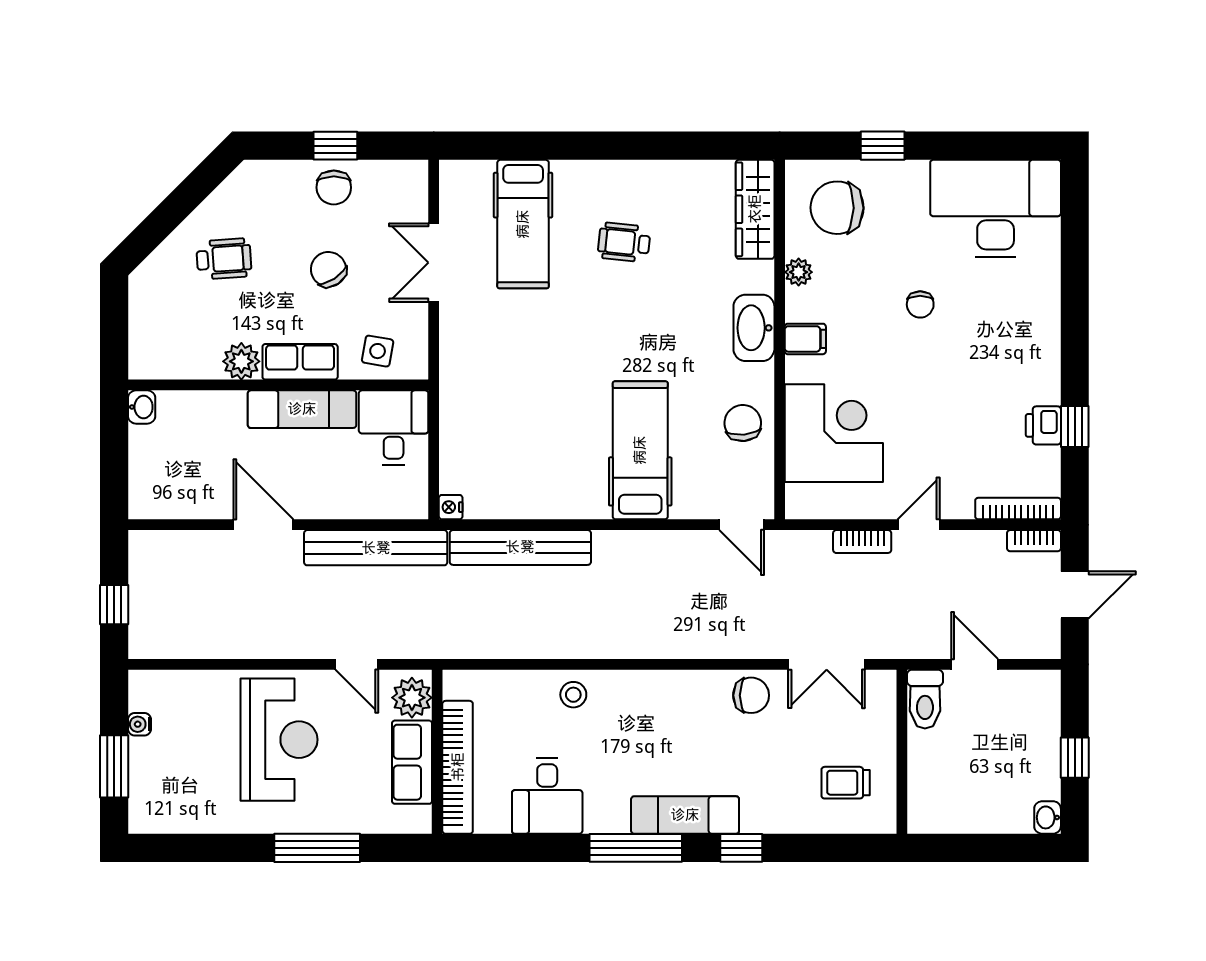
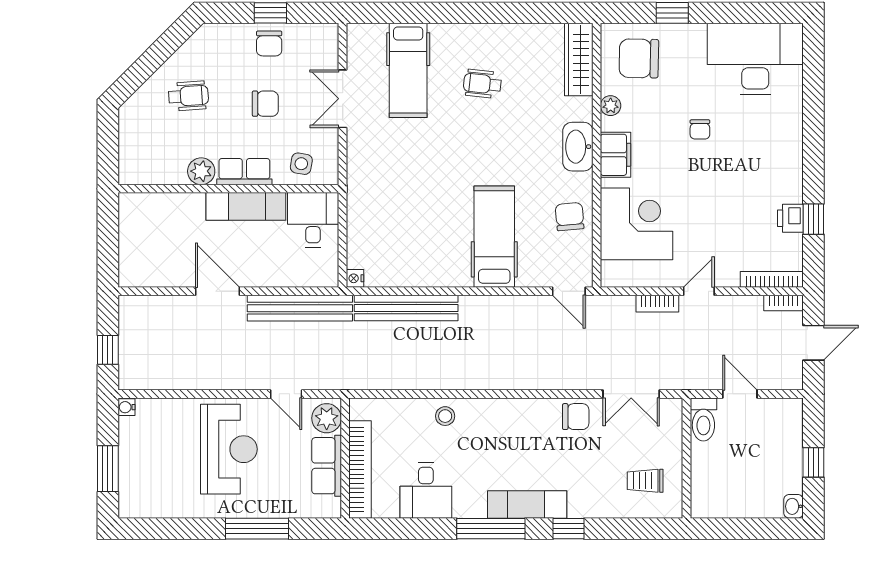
chair: (328, 269) -> (265, 104), turned 123
filing cabinet: (805, 339) -> (616, 155), width x2.00
washbasin: (142, 407) -> (128, 205), removed
water cooler: (140, 724) -> (126, 407), moved

